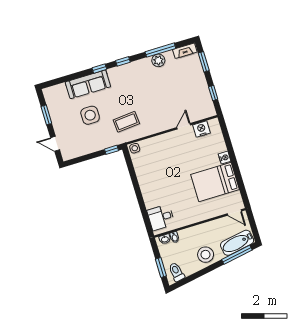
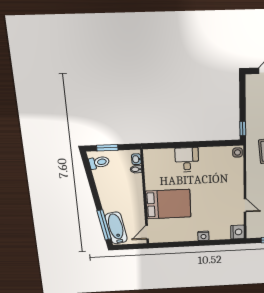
nightstand: (202, 129) -> (237, 232), moved
bed: (215, 182) -> (168, 204), moved, turned 90
desk: (161, 217) -> (187, 160), moved
stool: (206, 255) -> (111, 195), removed

